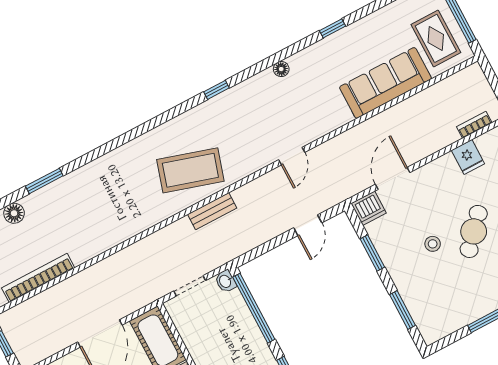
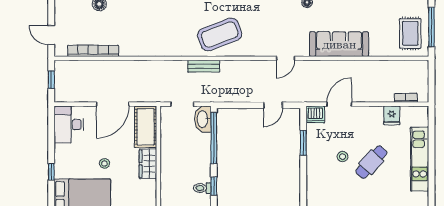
sofa: (385, 83) -> (339, 44), moved
coffee table: (190, 170) -> (220, 34), turned -38
bench: (212, 211) -> (204, 66), moved
washbasin: (226, 281) -> (203, 119), width x1.91, depth x1.45
window: (403, 310) -> (303, 187), removed

